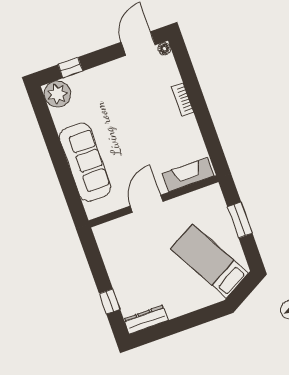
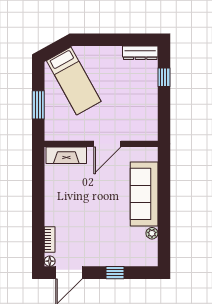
window: (70, 68) -> (115, 273), moved
plant: (57, 94) -> (152, 233), moved, width x0.53, depth x0.53
bookcase: (183, 100) -> (50, 240), moved

